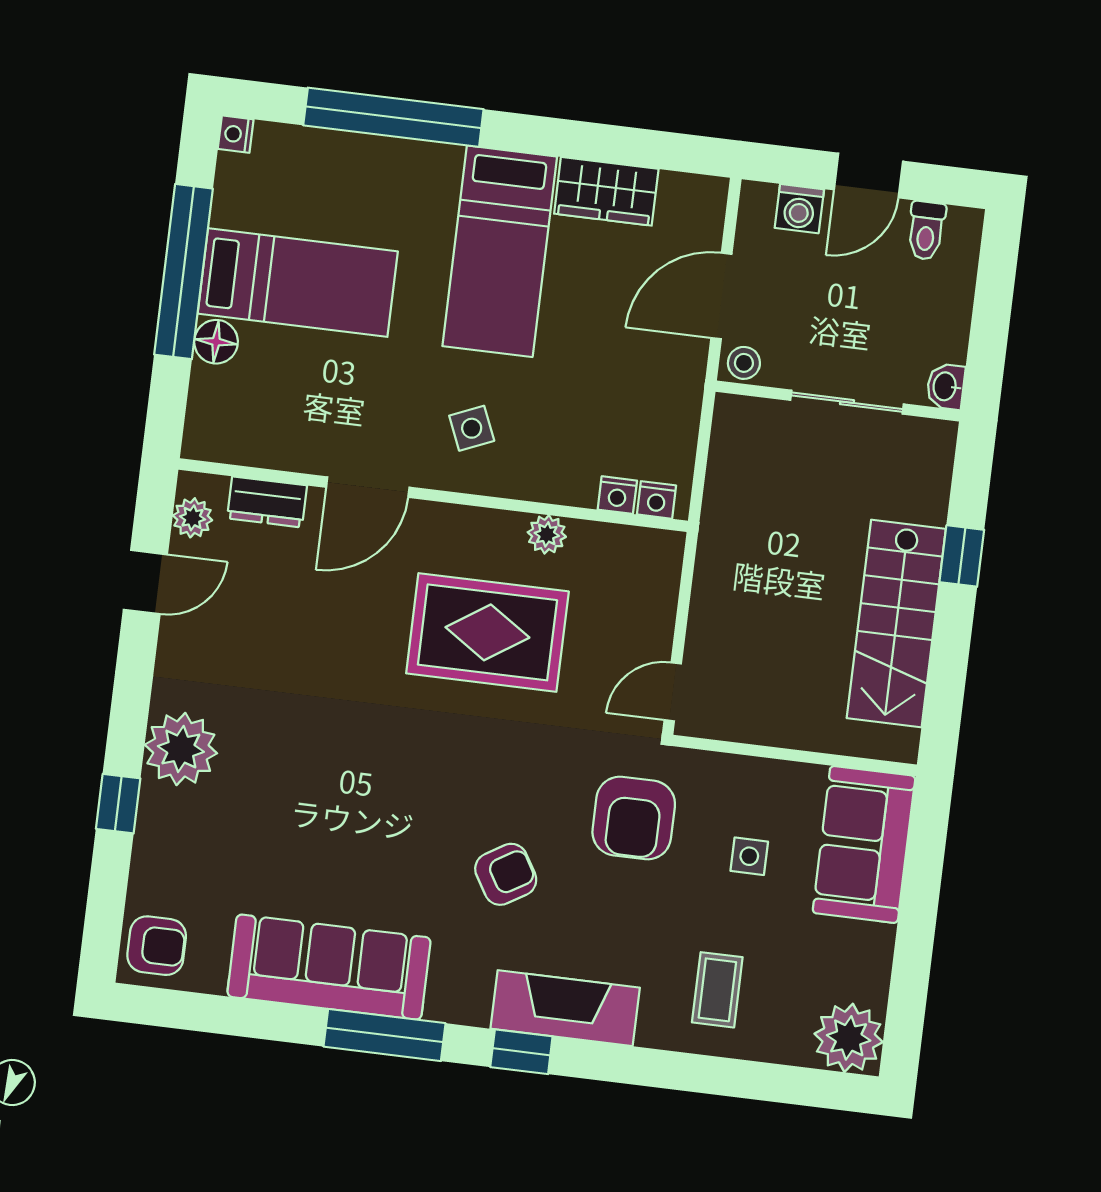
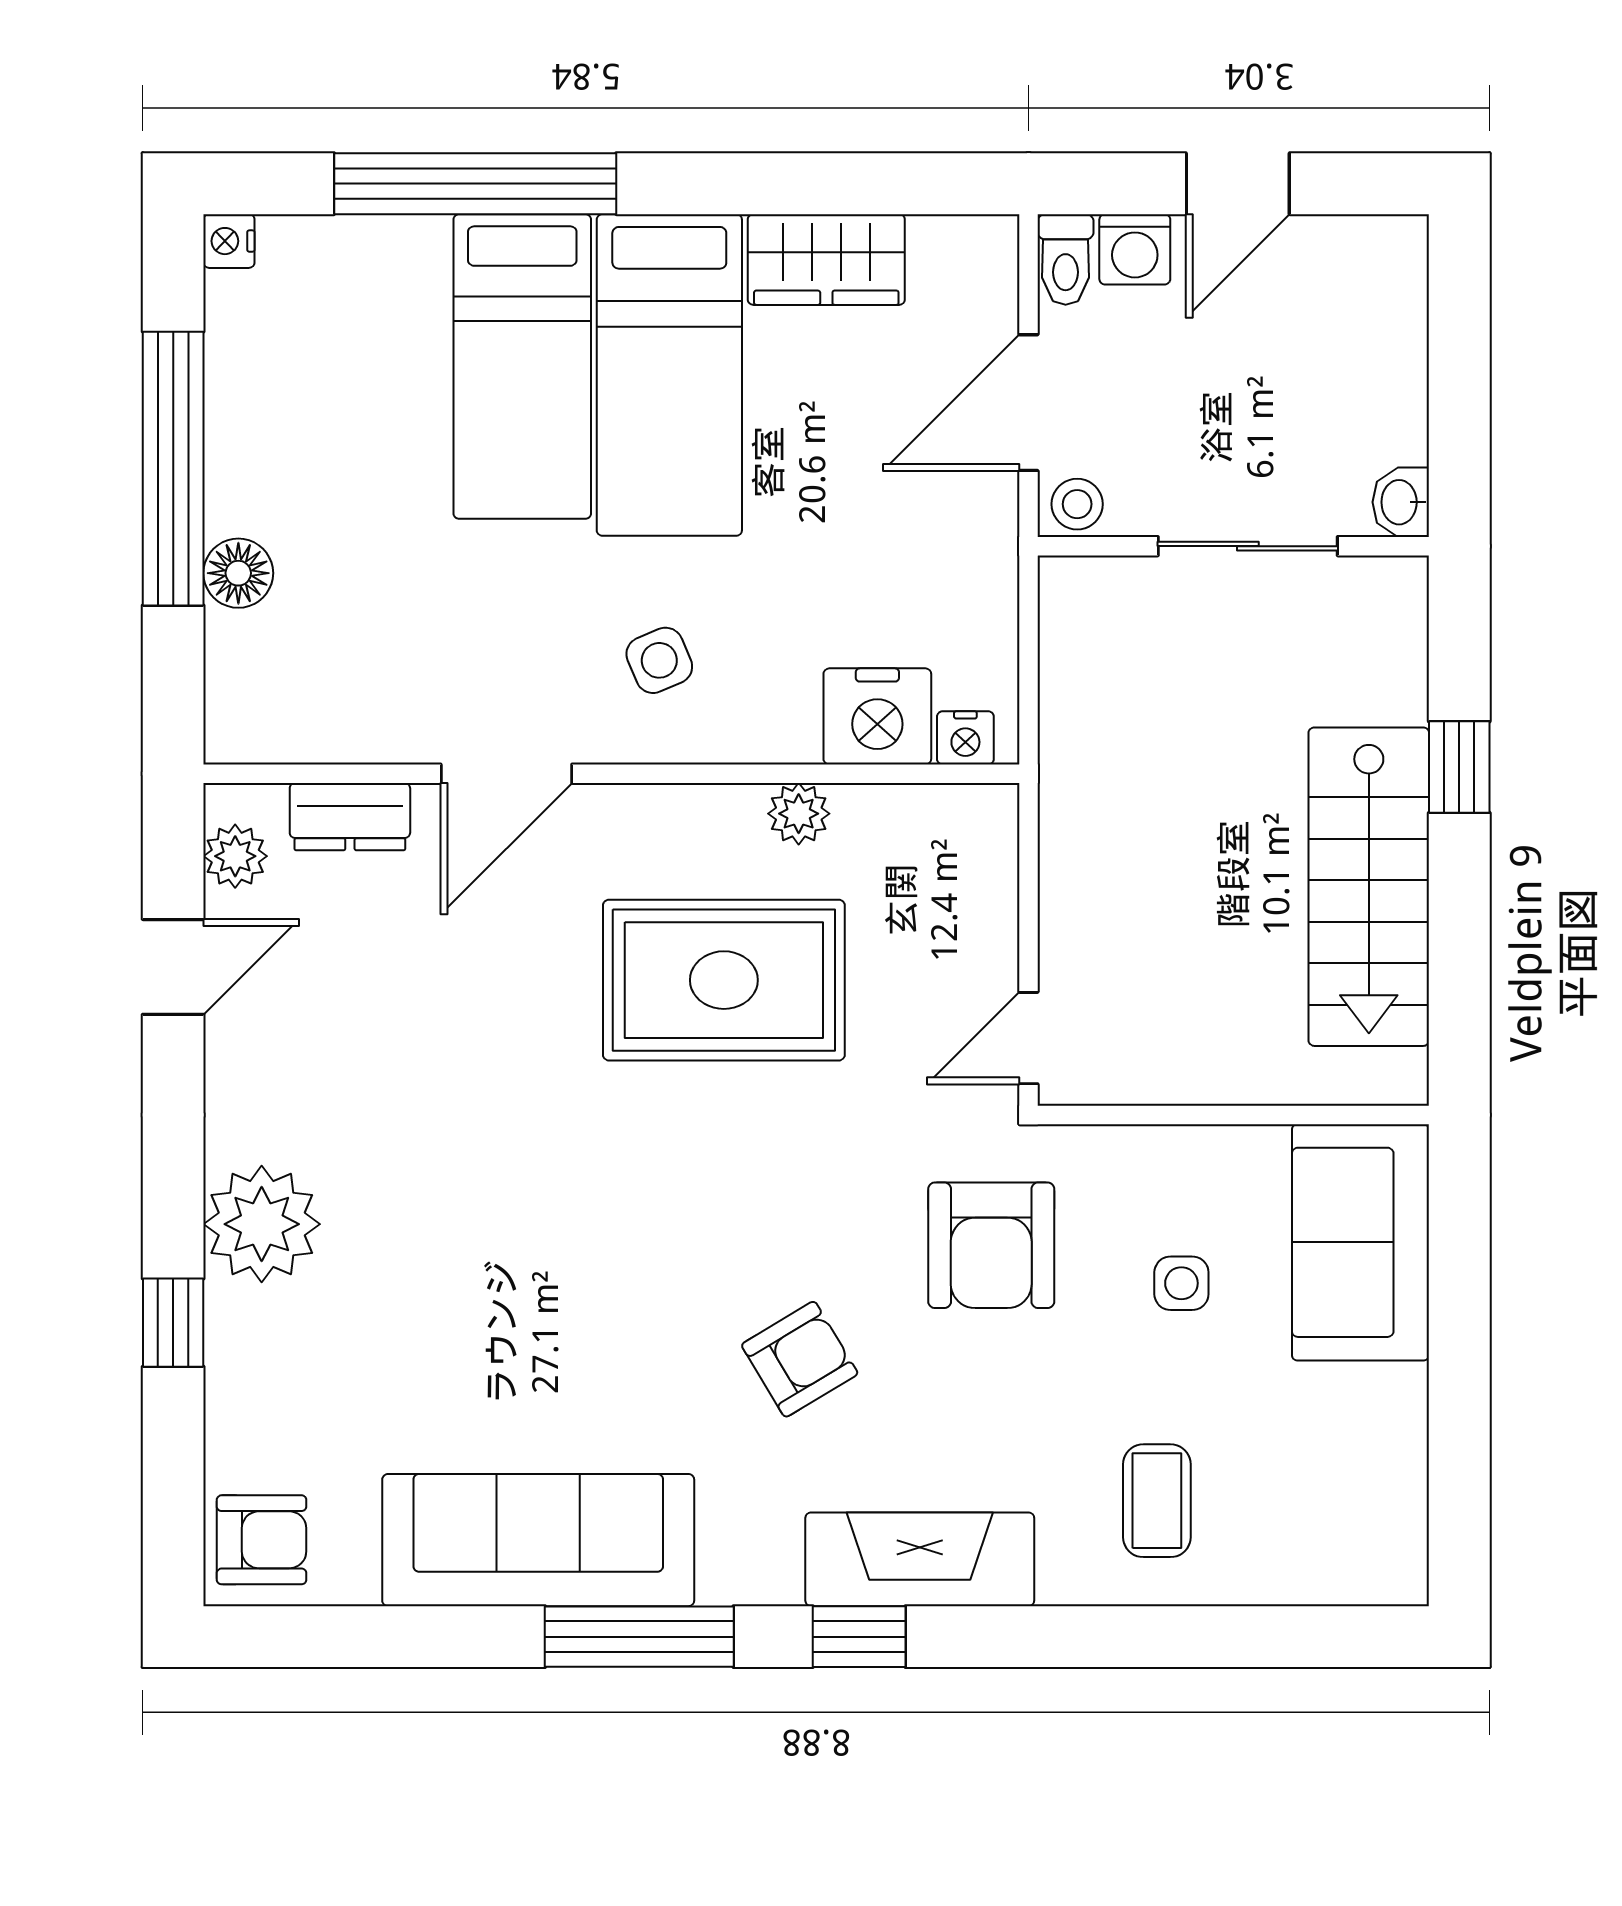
toilet: (926, 231) -> (1066, 259), moved
bed: (298, 283) -> (522, 366), moved, turned 90
nightstand: (617, 495) -> (877, 716), width x1.89, depth x1.79
plant: (849, 1038) -> (1374, 1551), removed

